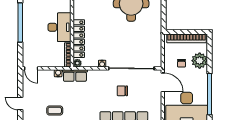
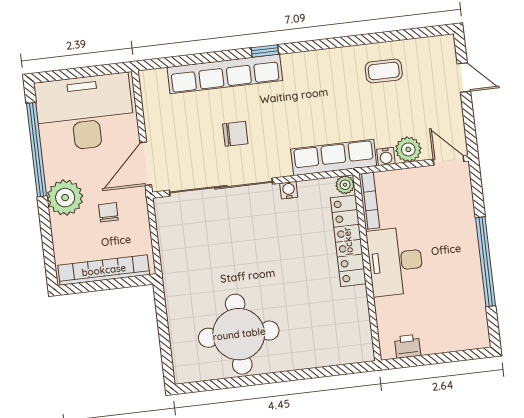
plant: (200, 61) -> (65, 198), moved
plant: (48, 75) -> (408, 149), added
row of seats: (75, 76) -> (334, 157), width x1.48
door: (163, 82) -> (146, 164), hinge flipped

